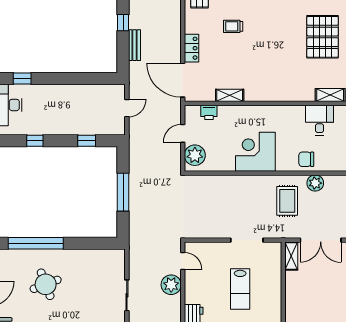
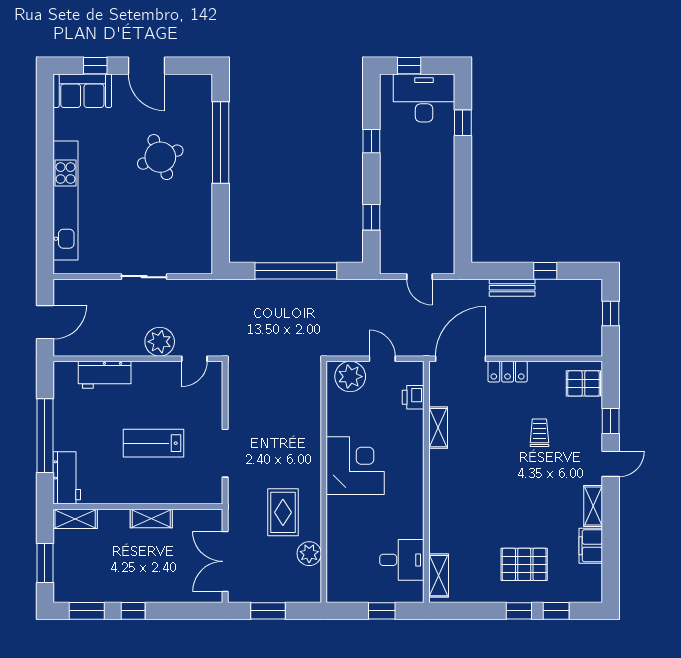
pallet: (323, 37) -> (524, 564), width x0.73, depth x0.71
chair: (306, 159) -> (344, 540), removed
window: (123, 192) -> (296, 271), width x1.46
rug: (287, 201) -> (283, 512), turned 90
shelving: (291, 256) -> (151, 518), moved

